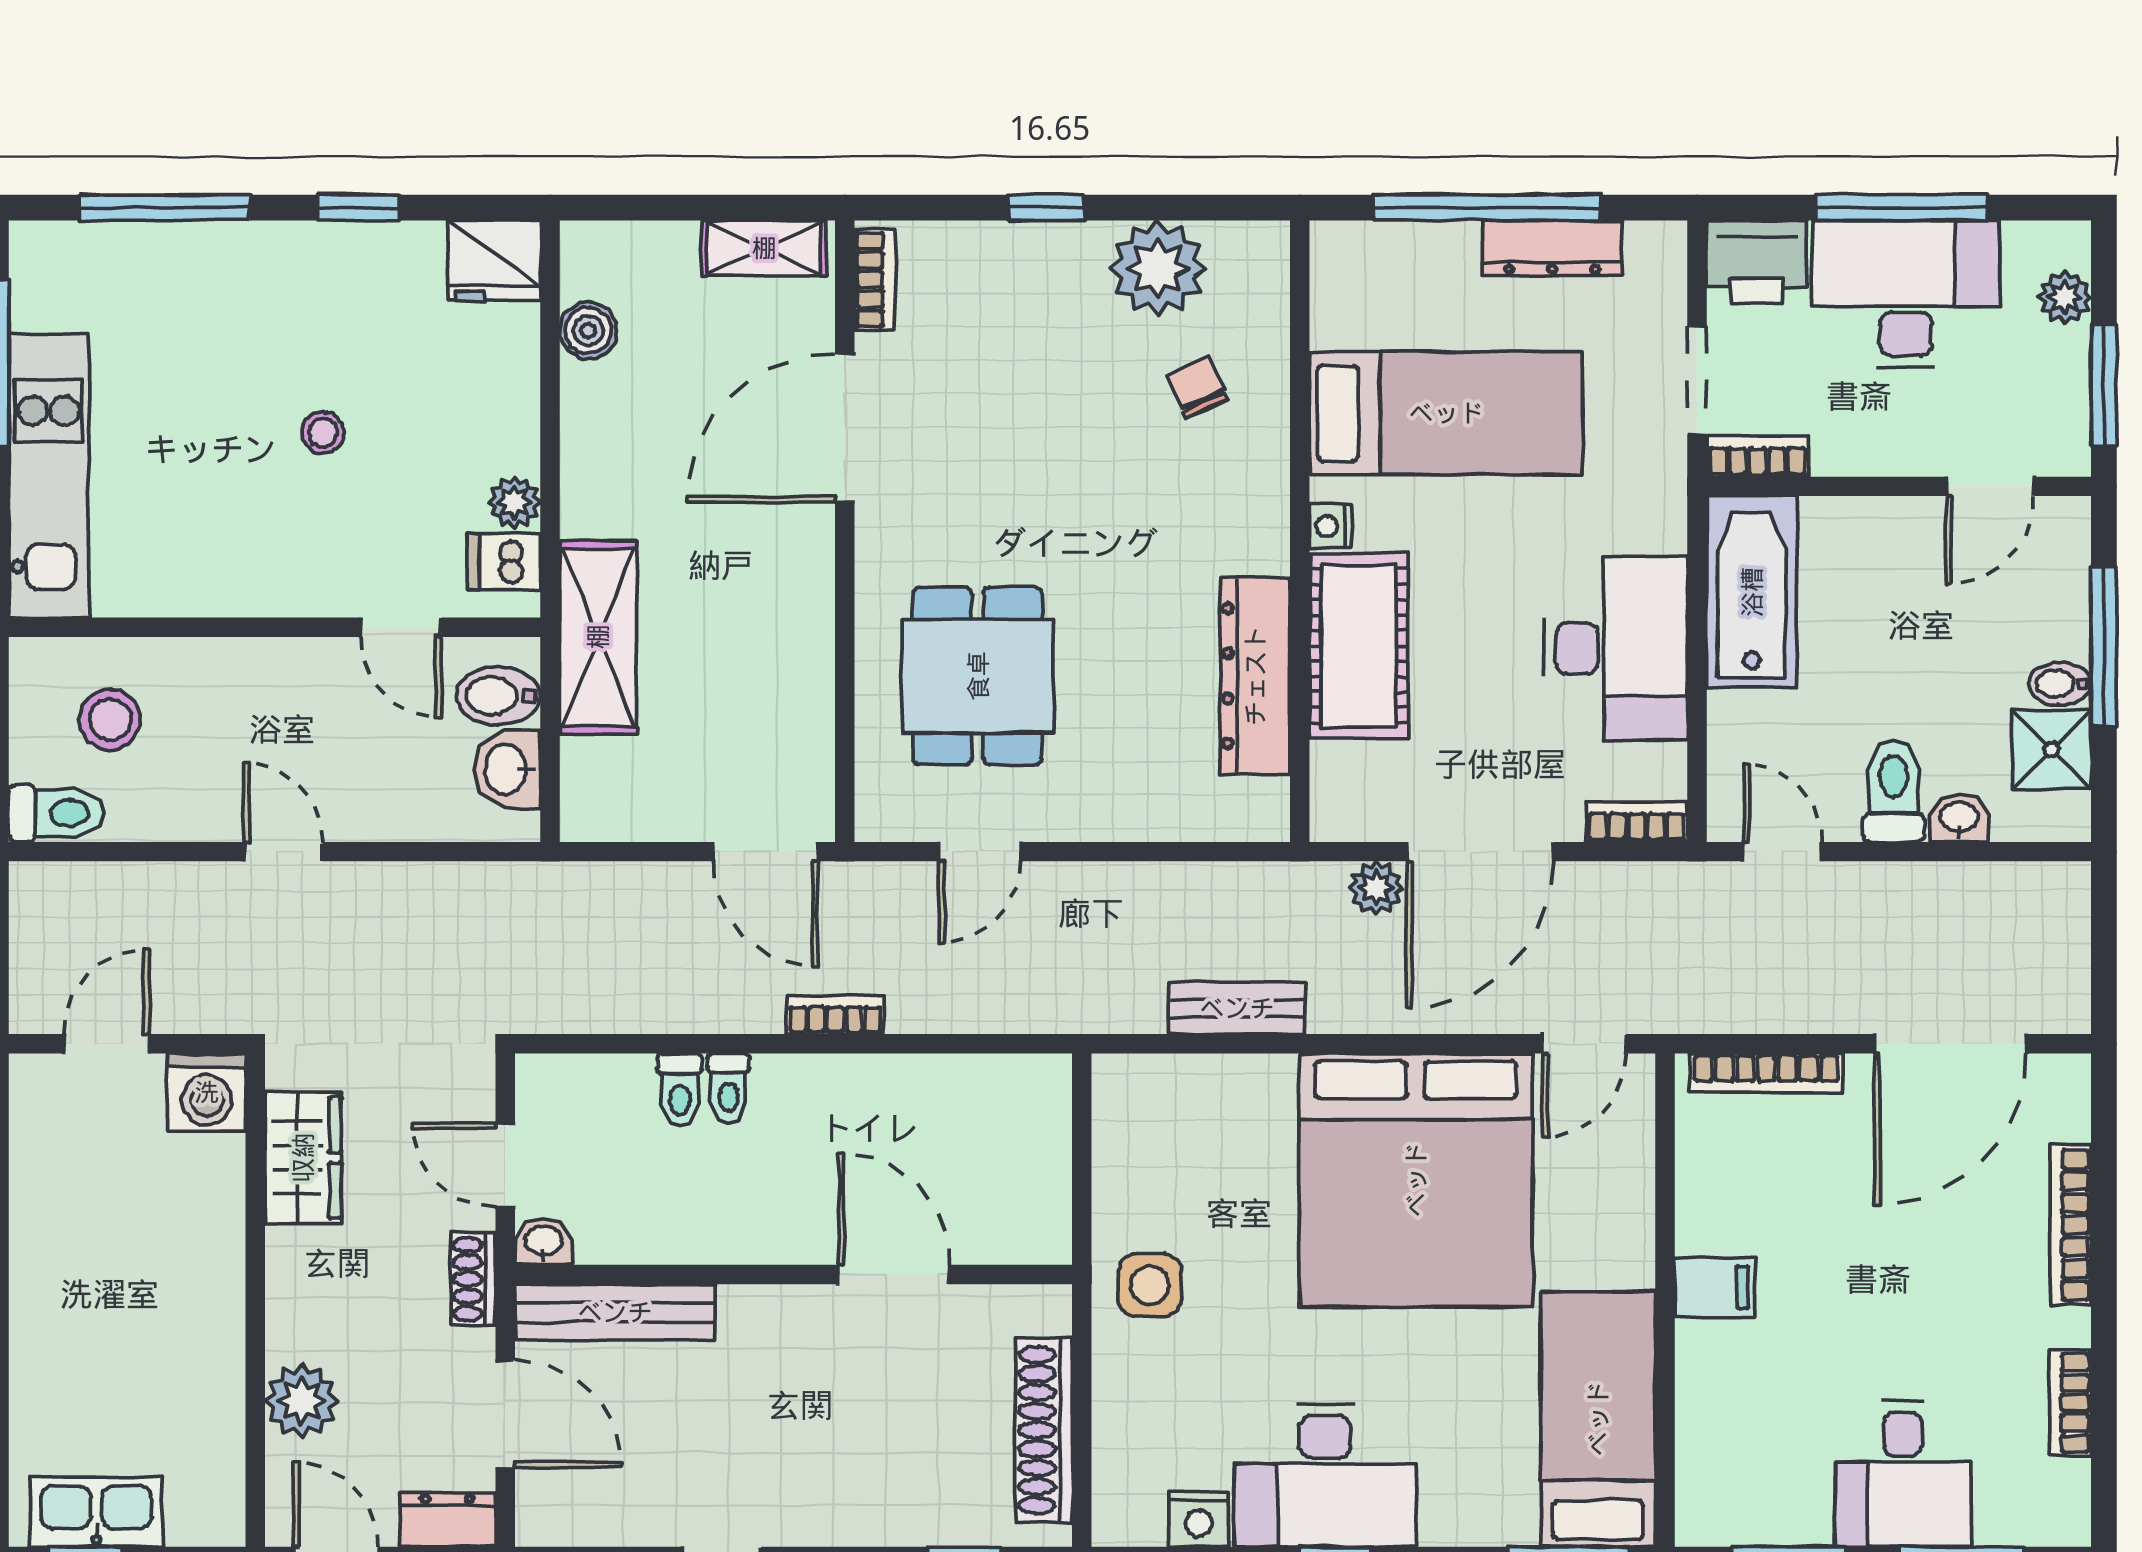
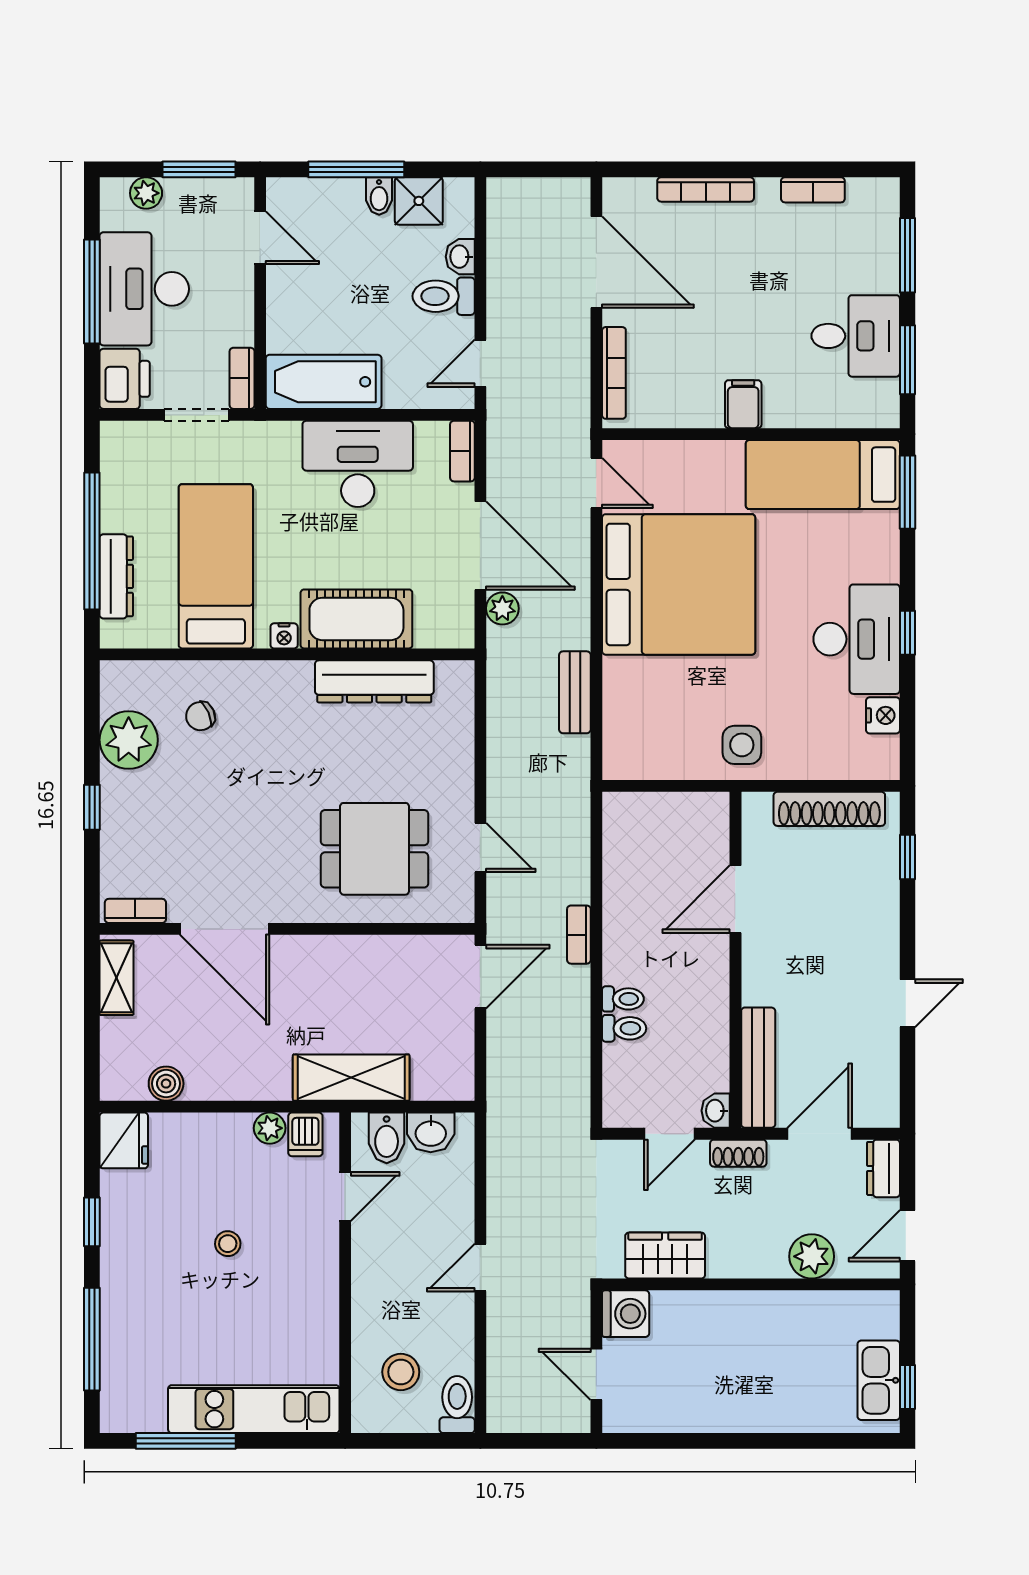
dresser: (1552, 248) -> (116, 576), moved
desk: (1903, 1474) -> (856, 336), moved

